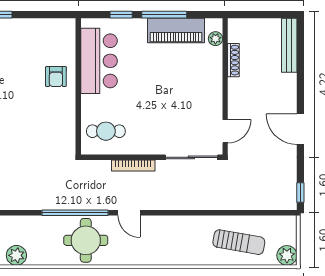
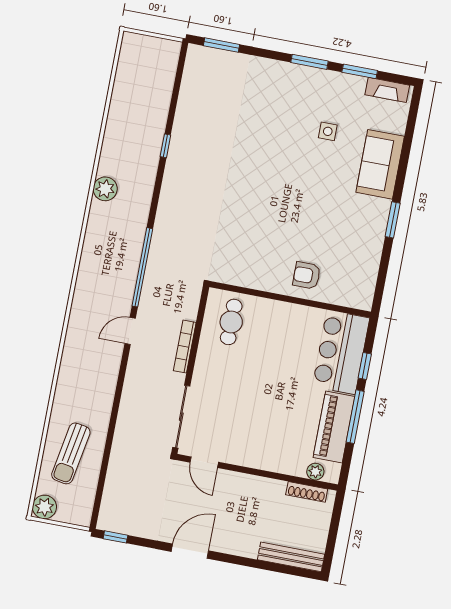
shoe rack: (233, 60) -> (307, 492), moved
bar counter: (99, 61) -> (341, 352), moved, turned 90
round table: (86, 240) -> (107, 274), removed

